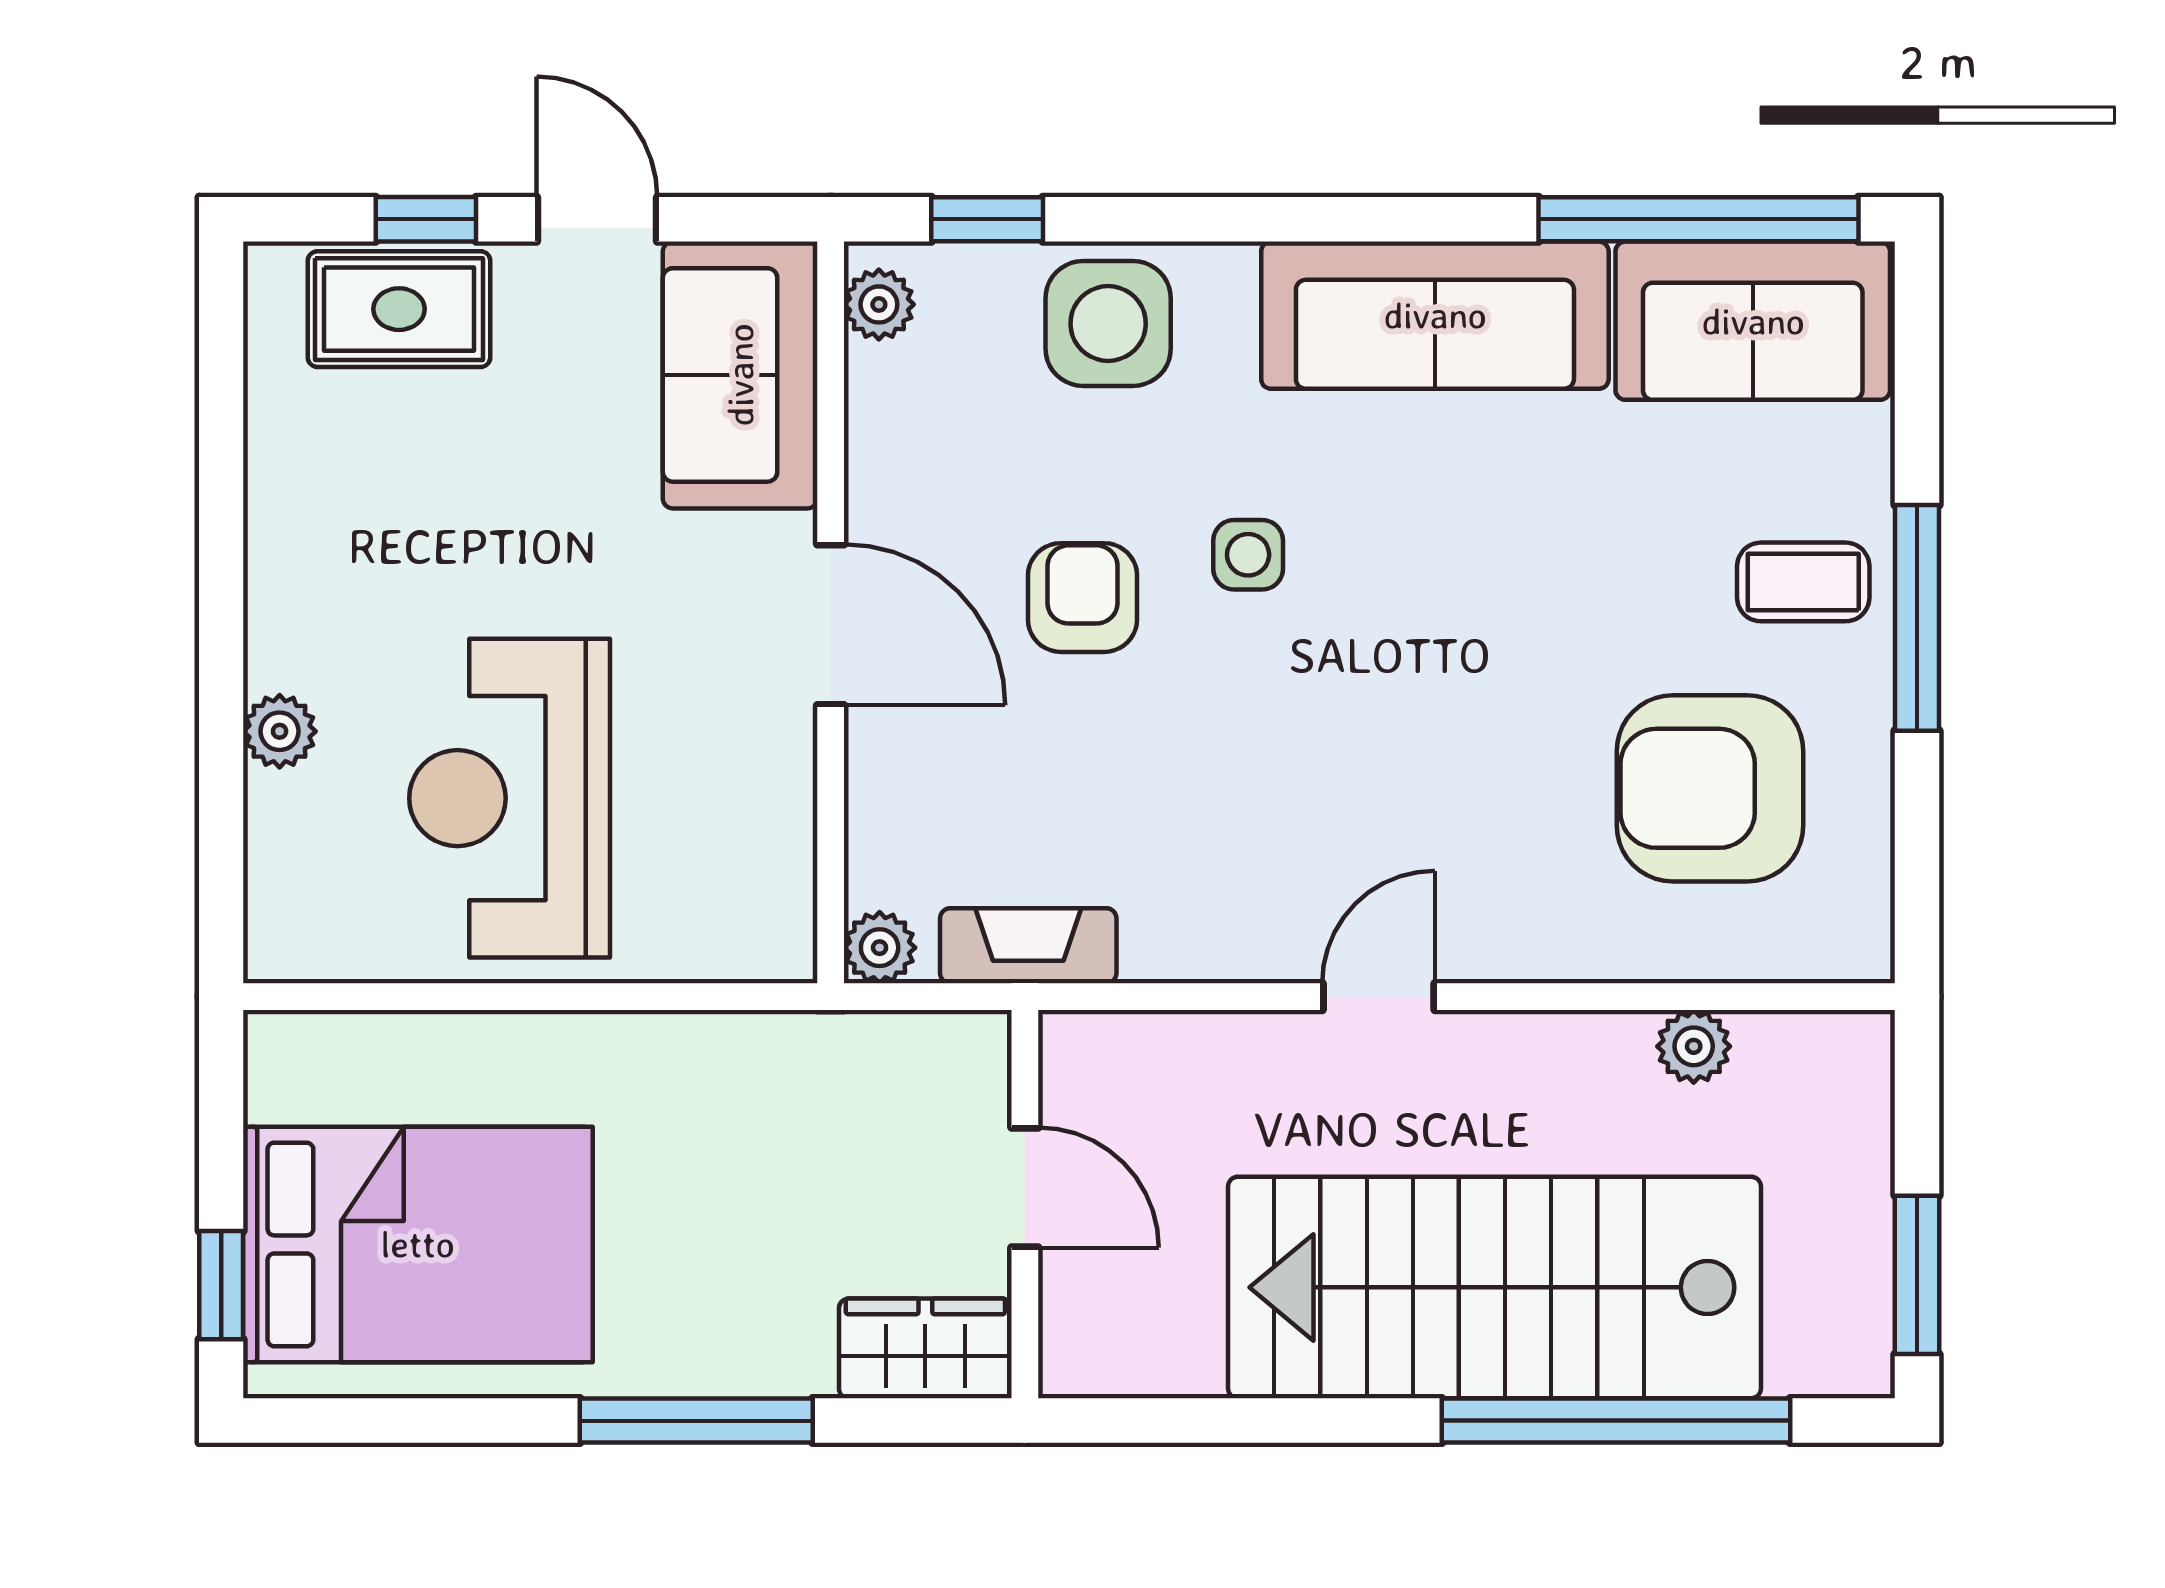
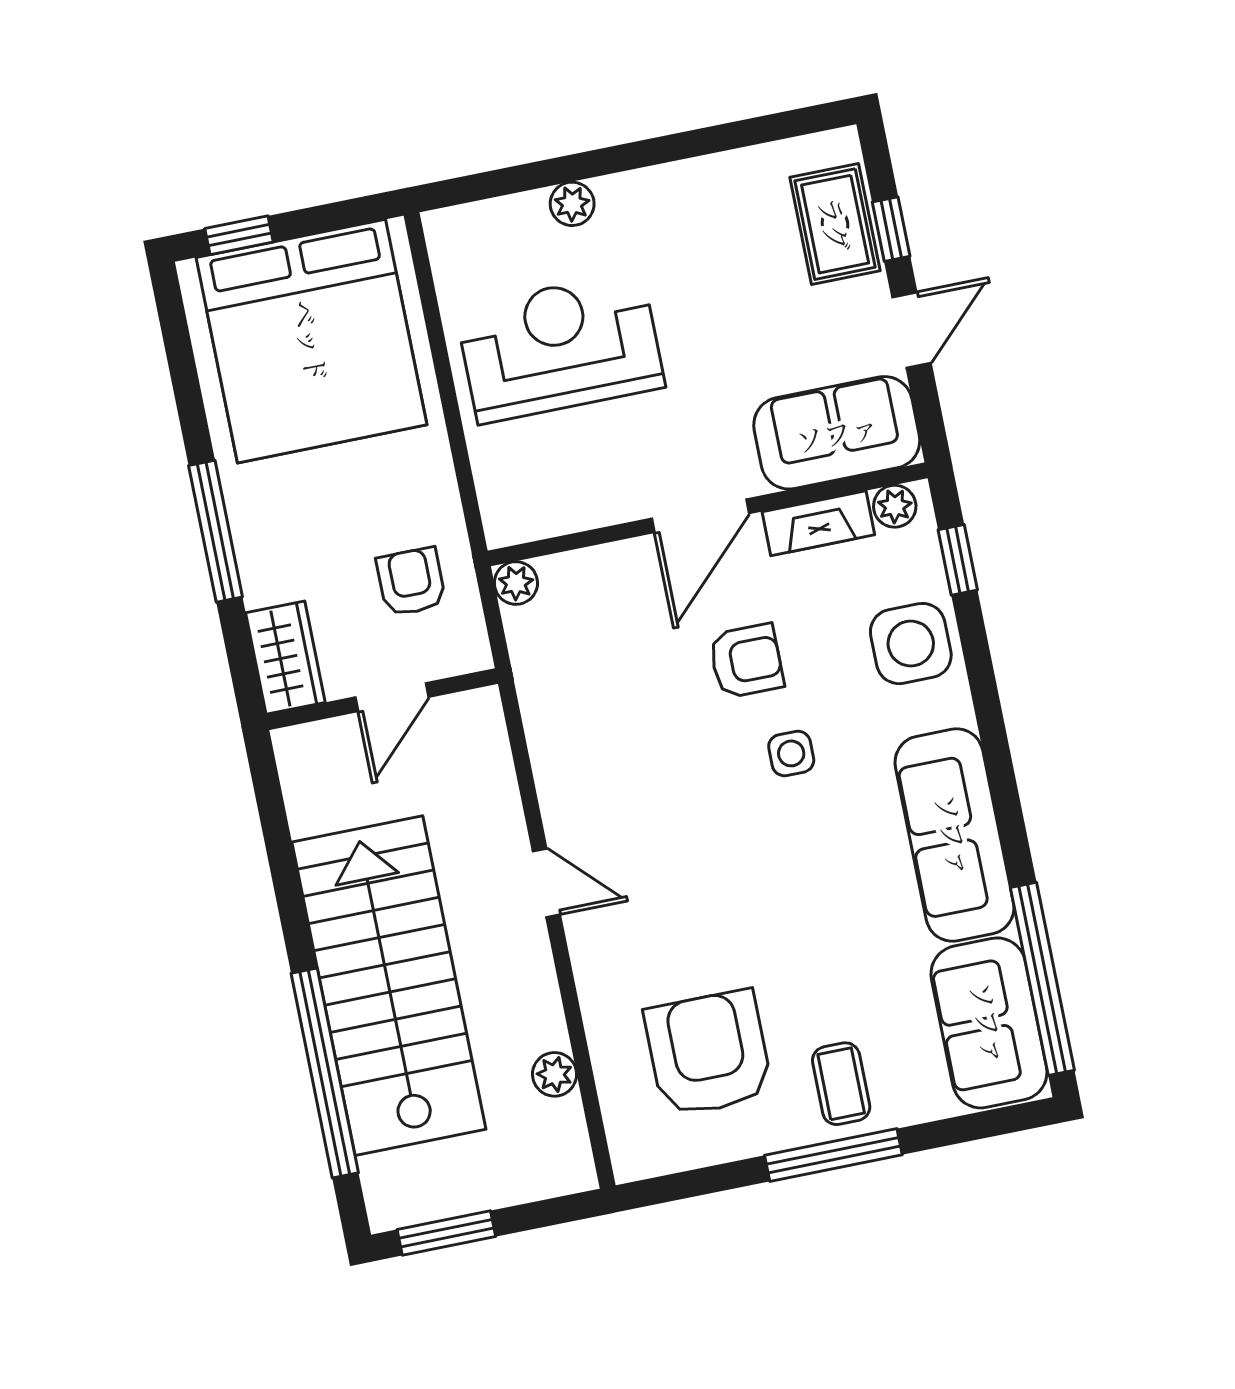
fireplace: (1028, 946) -> (818, 523), moved, turned 90
armchair: (843, 1118) -> (411, 582), added
bed: (418, 1244) -> (311, 341), width x1.36

